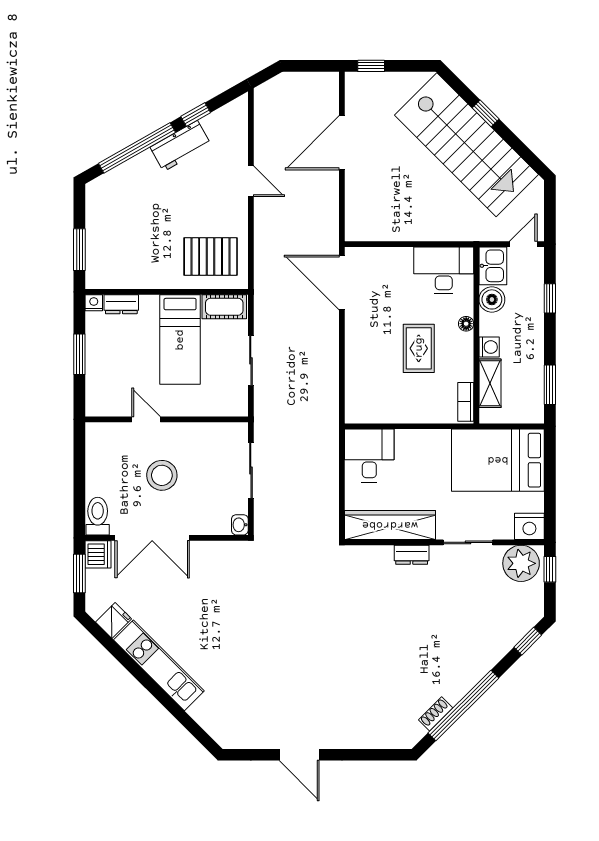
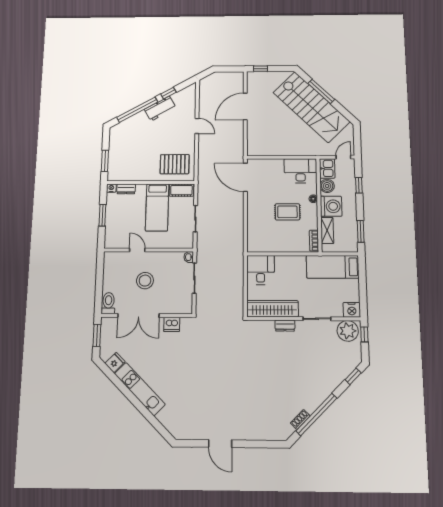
window: (486, 113) -> (321, 91), width x2.17
washing machine: (489, 347) -> (331, 206), width x1.89, depth x1.89
rug: (419, 348) -> (287, 212), turned 90
bed: (498, 460) -> (333, 267), width x0.67
washbasin: (240, 525) -> (189, 257), moved
dishwasher: (98, 554) -> (172, 324), moved, turned 90

